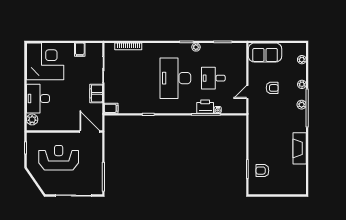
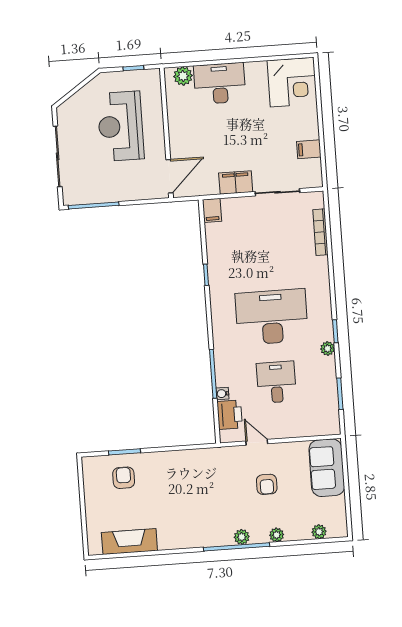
corner desk: (45, 61) -> (292, 82), width x0.74, depth x0.74
printer: (205, 107) -> (230, 415), moved
fireplace: (300, 148) -> (129, 542), moved
reception desk: (59, 158) -> (121, 126), turned 180

